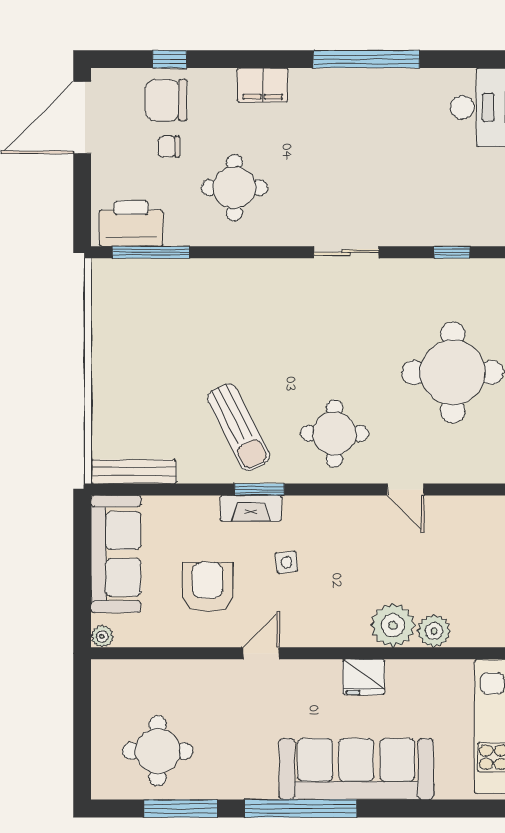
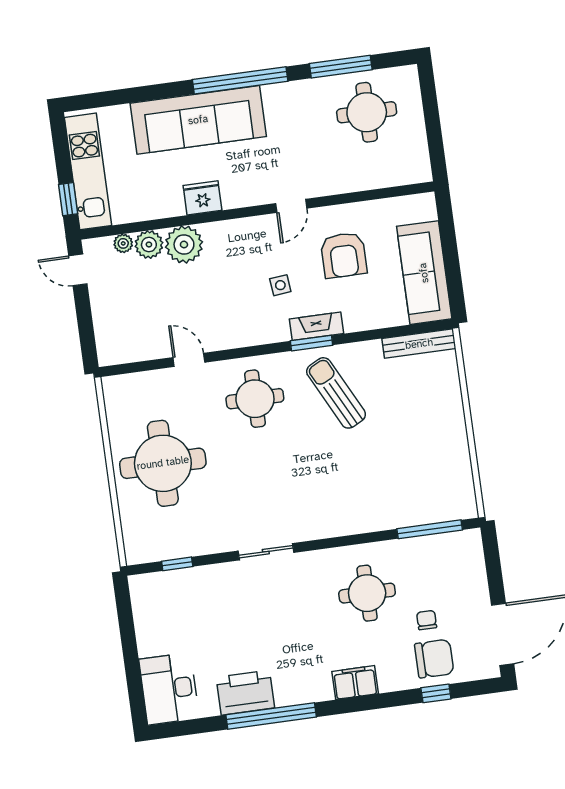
chair: (169, 147) -> (427, 620), turned -90
printer: (131, 224) -> (245, 693), moved, turned 180
plant: (102, 636) -> (123, 243), moved

